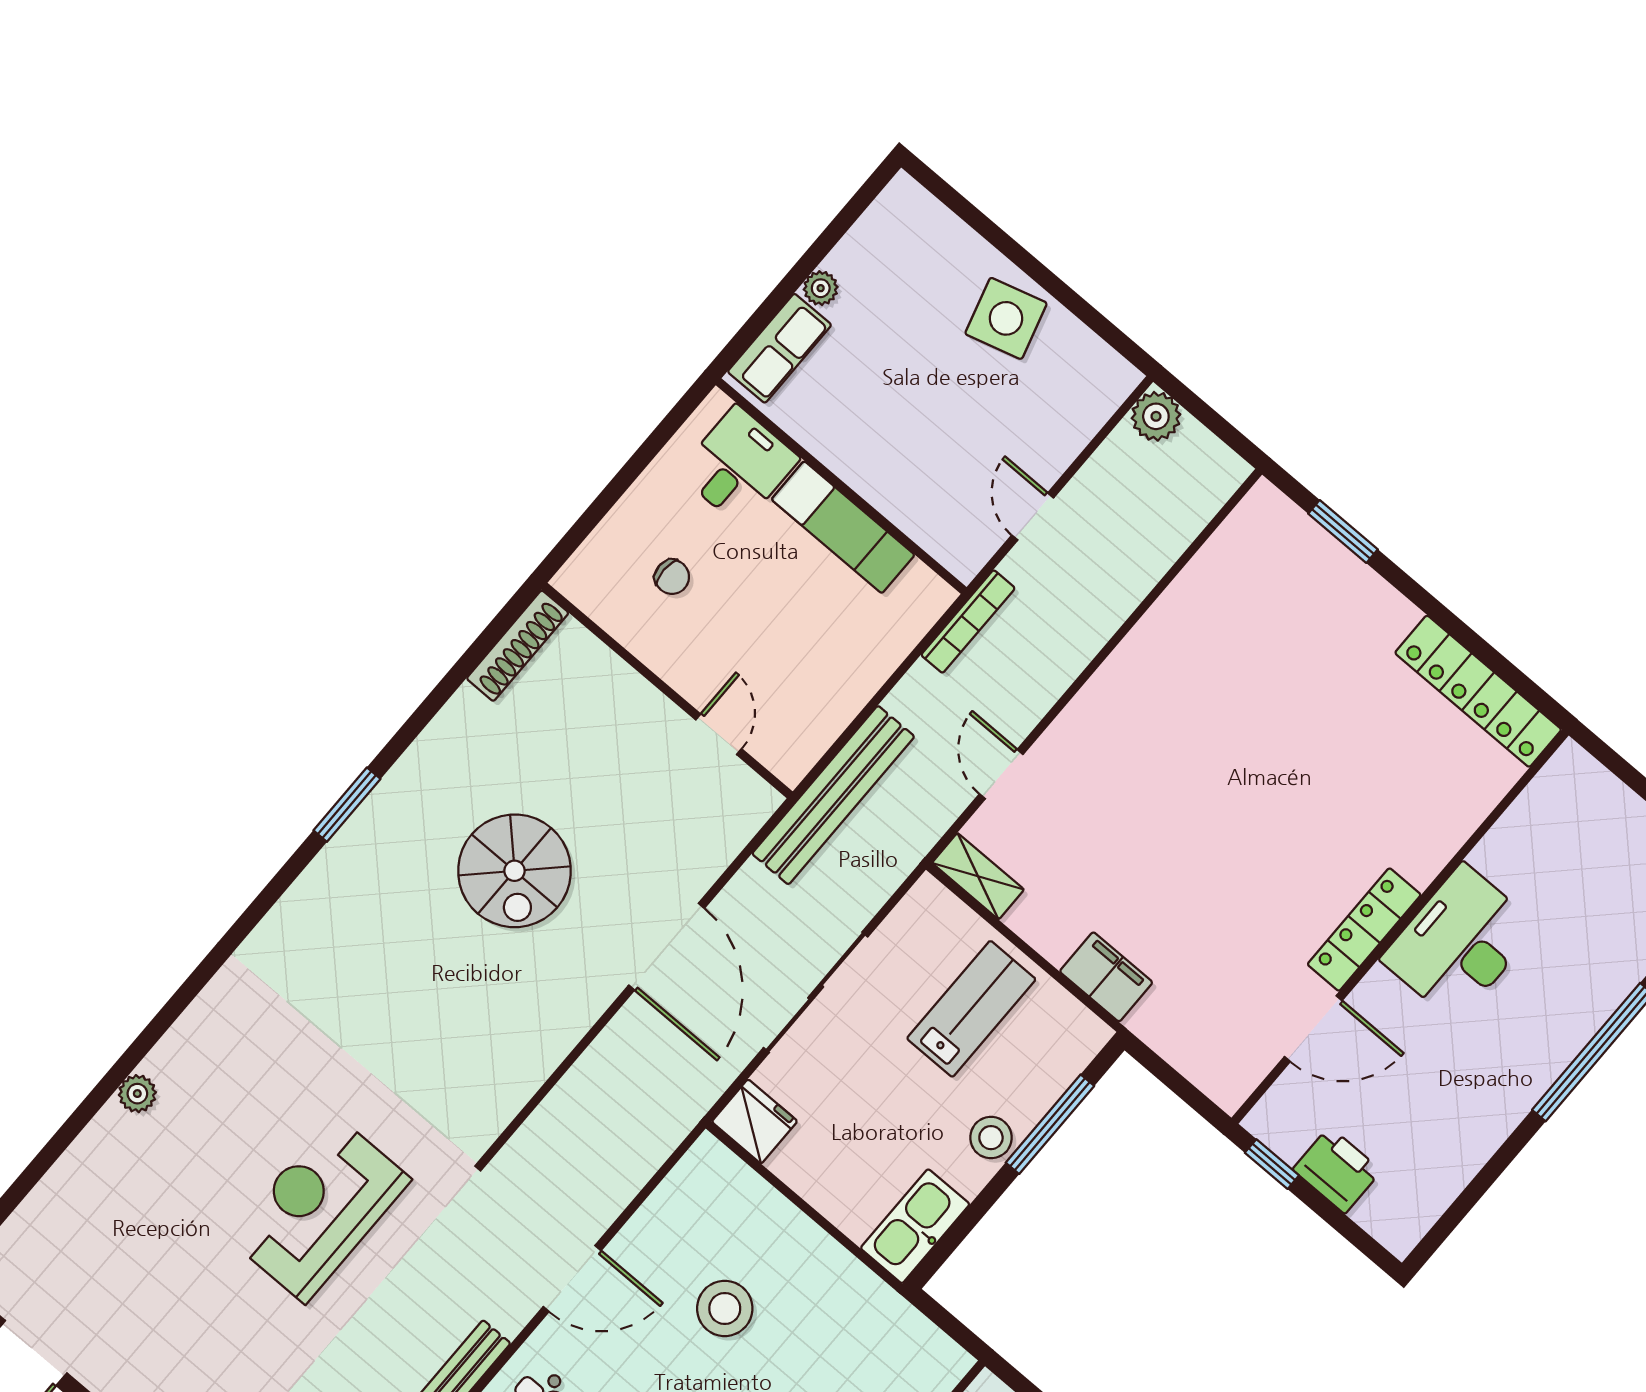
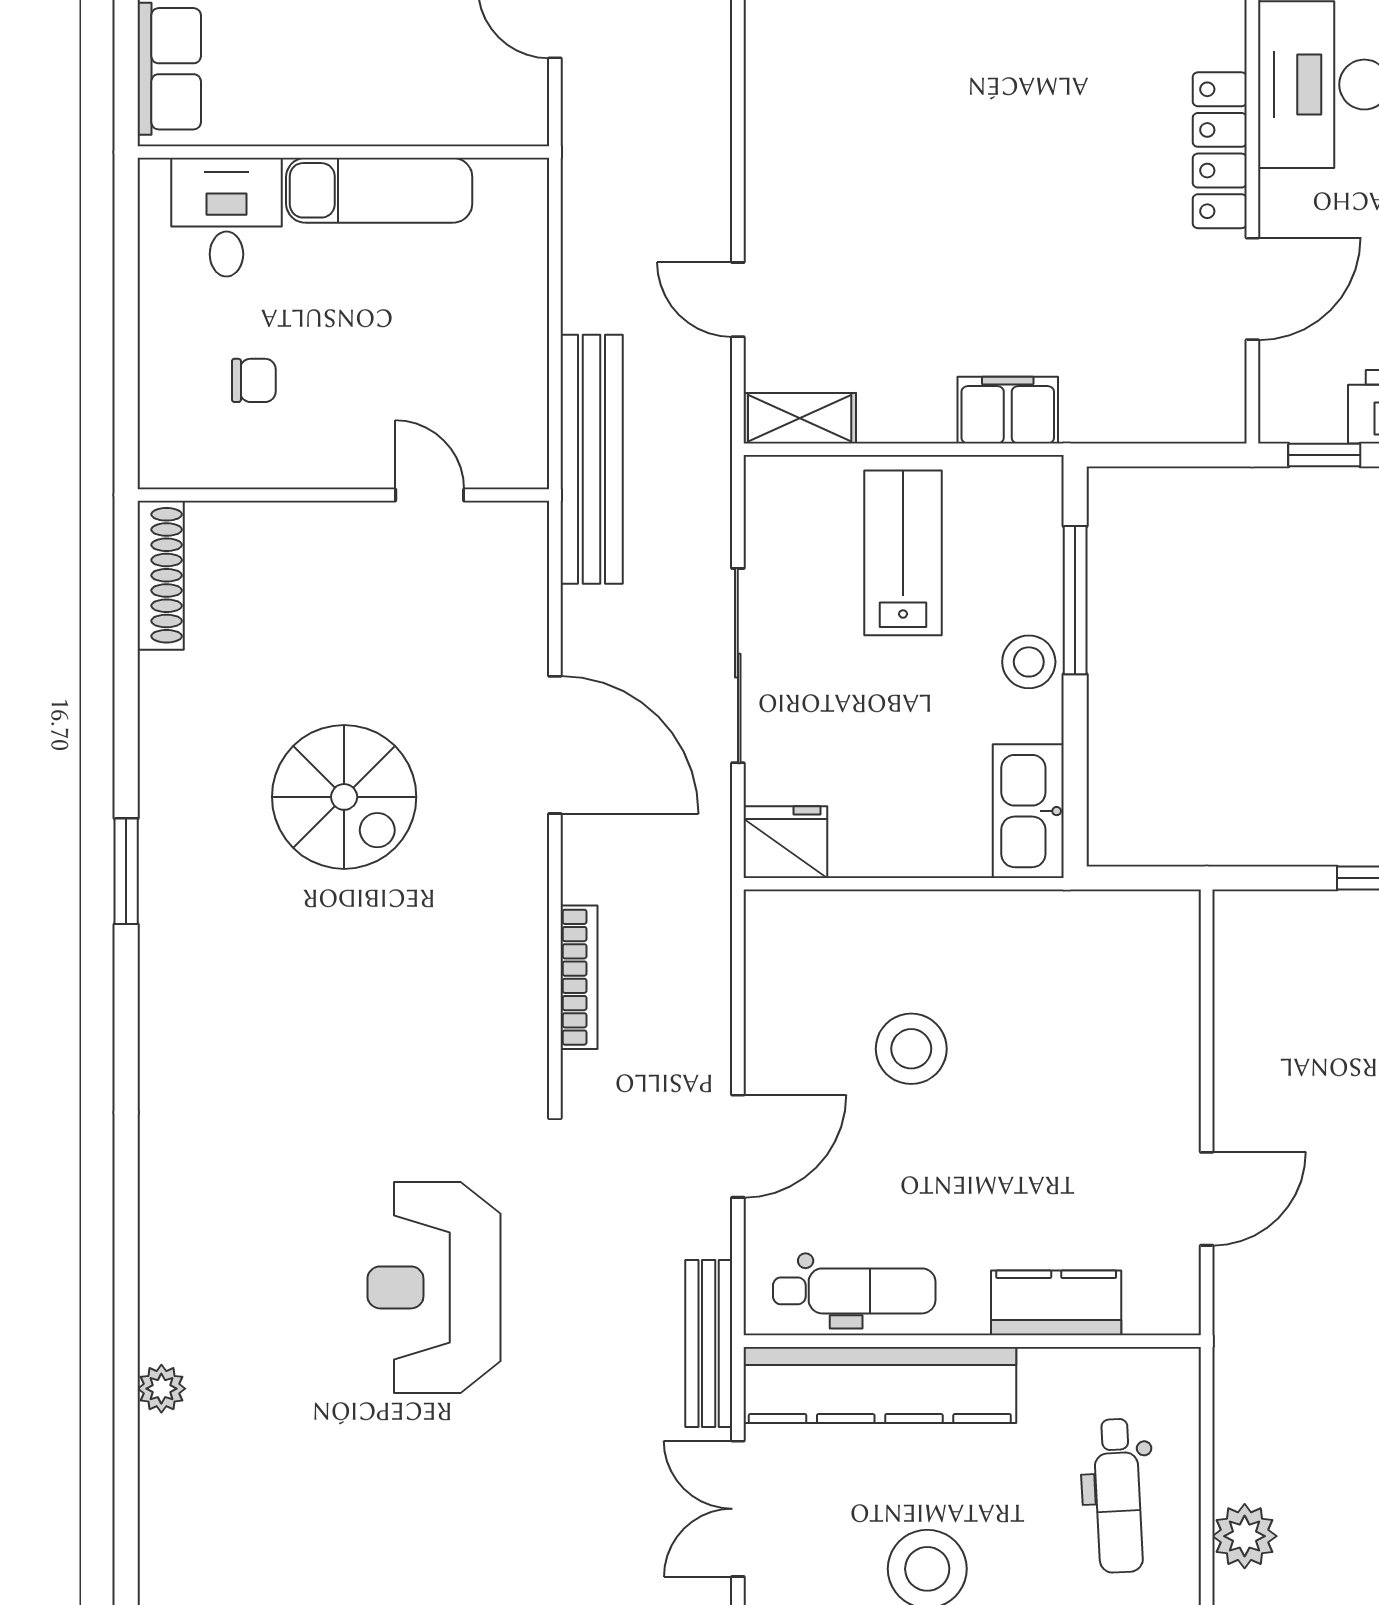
bookcase: (968, 622) -> (579, 977), moved
plant: (137, 1094) -> (161, 1389), moved

